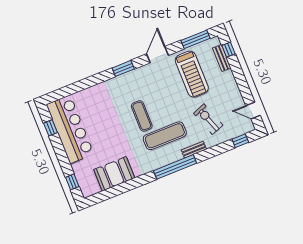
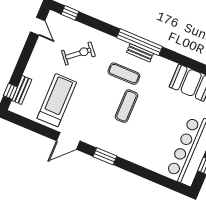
window: (196, 39) -> (28, 124), removed
exercise bike: (208, 119) -> (78, 54), turned -110
exercise mat: (165, 136) -> (124, 74), width x0.73, depth x0.69
bench: (194, 150) -> (140, 53), moved

